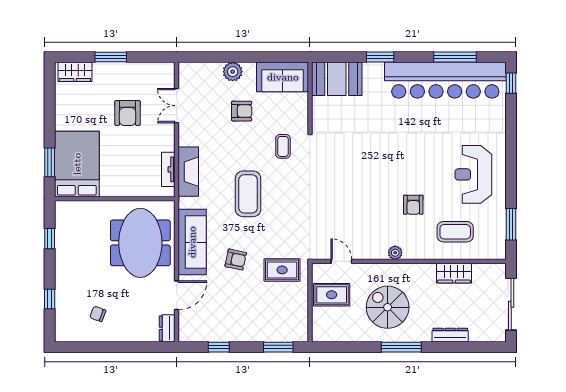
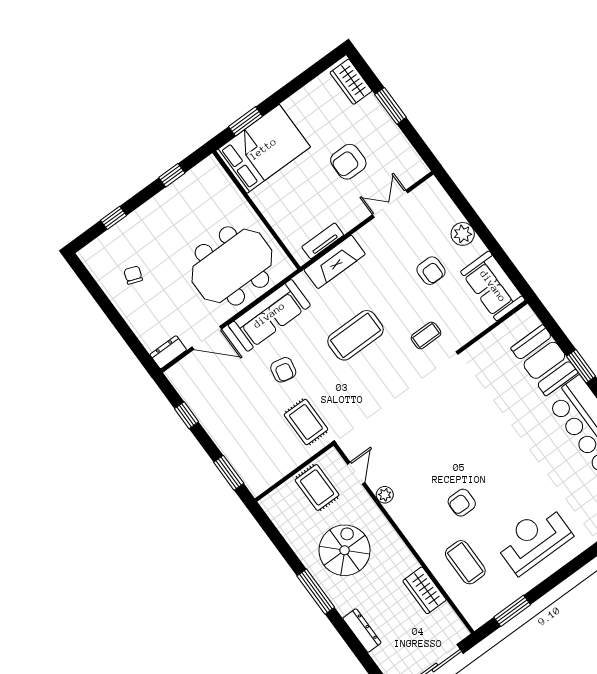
booth: (337, 79) -> (544, 360), moved
plant: (395, 253) -> (385, 495), moved

